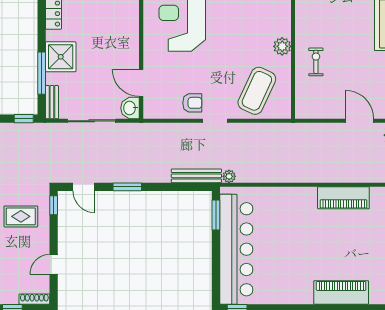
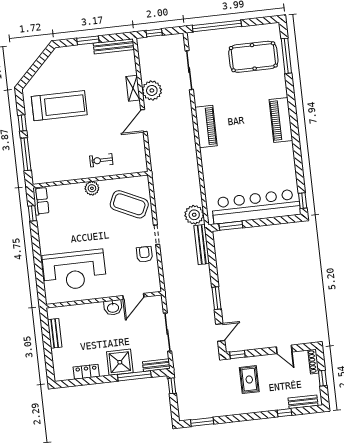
washbasin: (130, 108) -> (113, 307), moved
plant: (229, 176) -> (194, 215), width x1.88, depth x1.88

